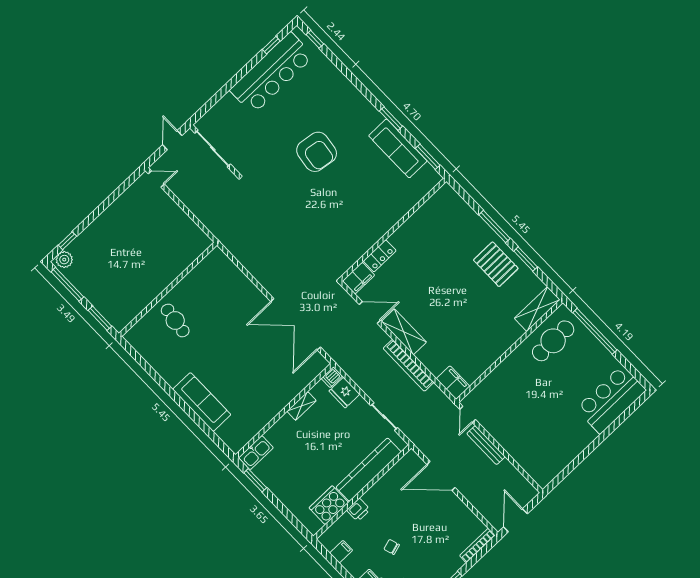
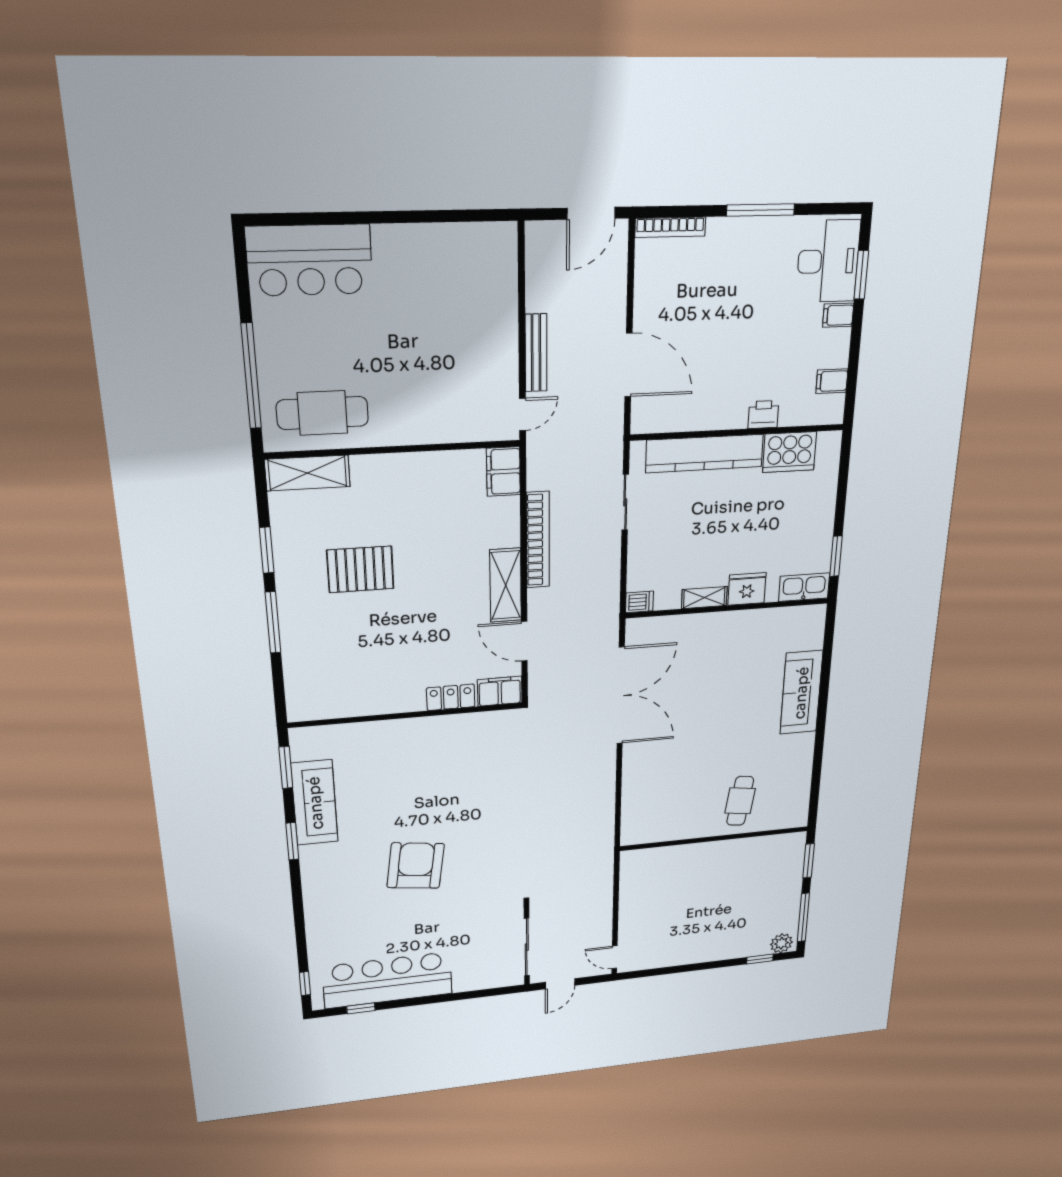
pallet: (496, 264) -> (360, 569), moved, turned 90
fridge: (344, 393) -> (747, 589), moved, turned -90
chair: (392, 547) -> (772, 330), removed

